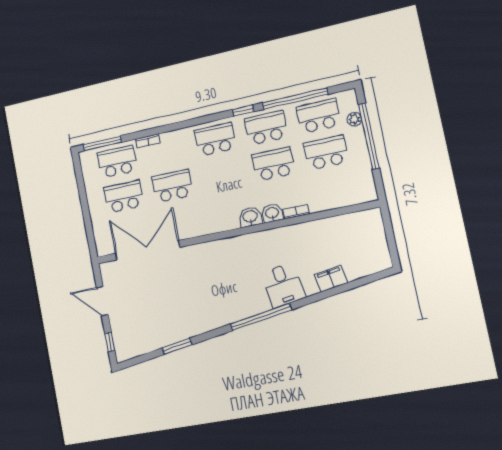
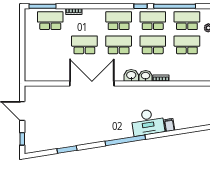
school desk: (124, 197) -> (119, 45), moved
double door: (147, 250) -> (92, 83), moved
filing cabinet: (331, 279) -> (169, 125), width x0.50
desk: (283, 285) -> (148, 122), width x1.37

